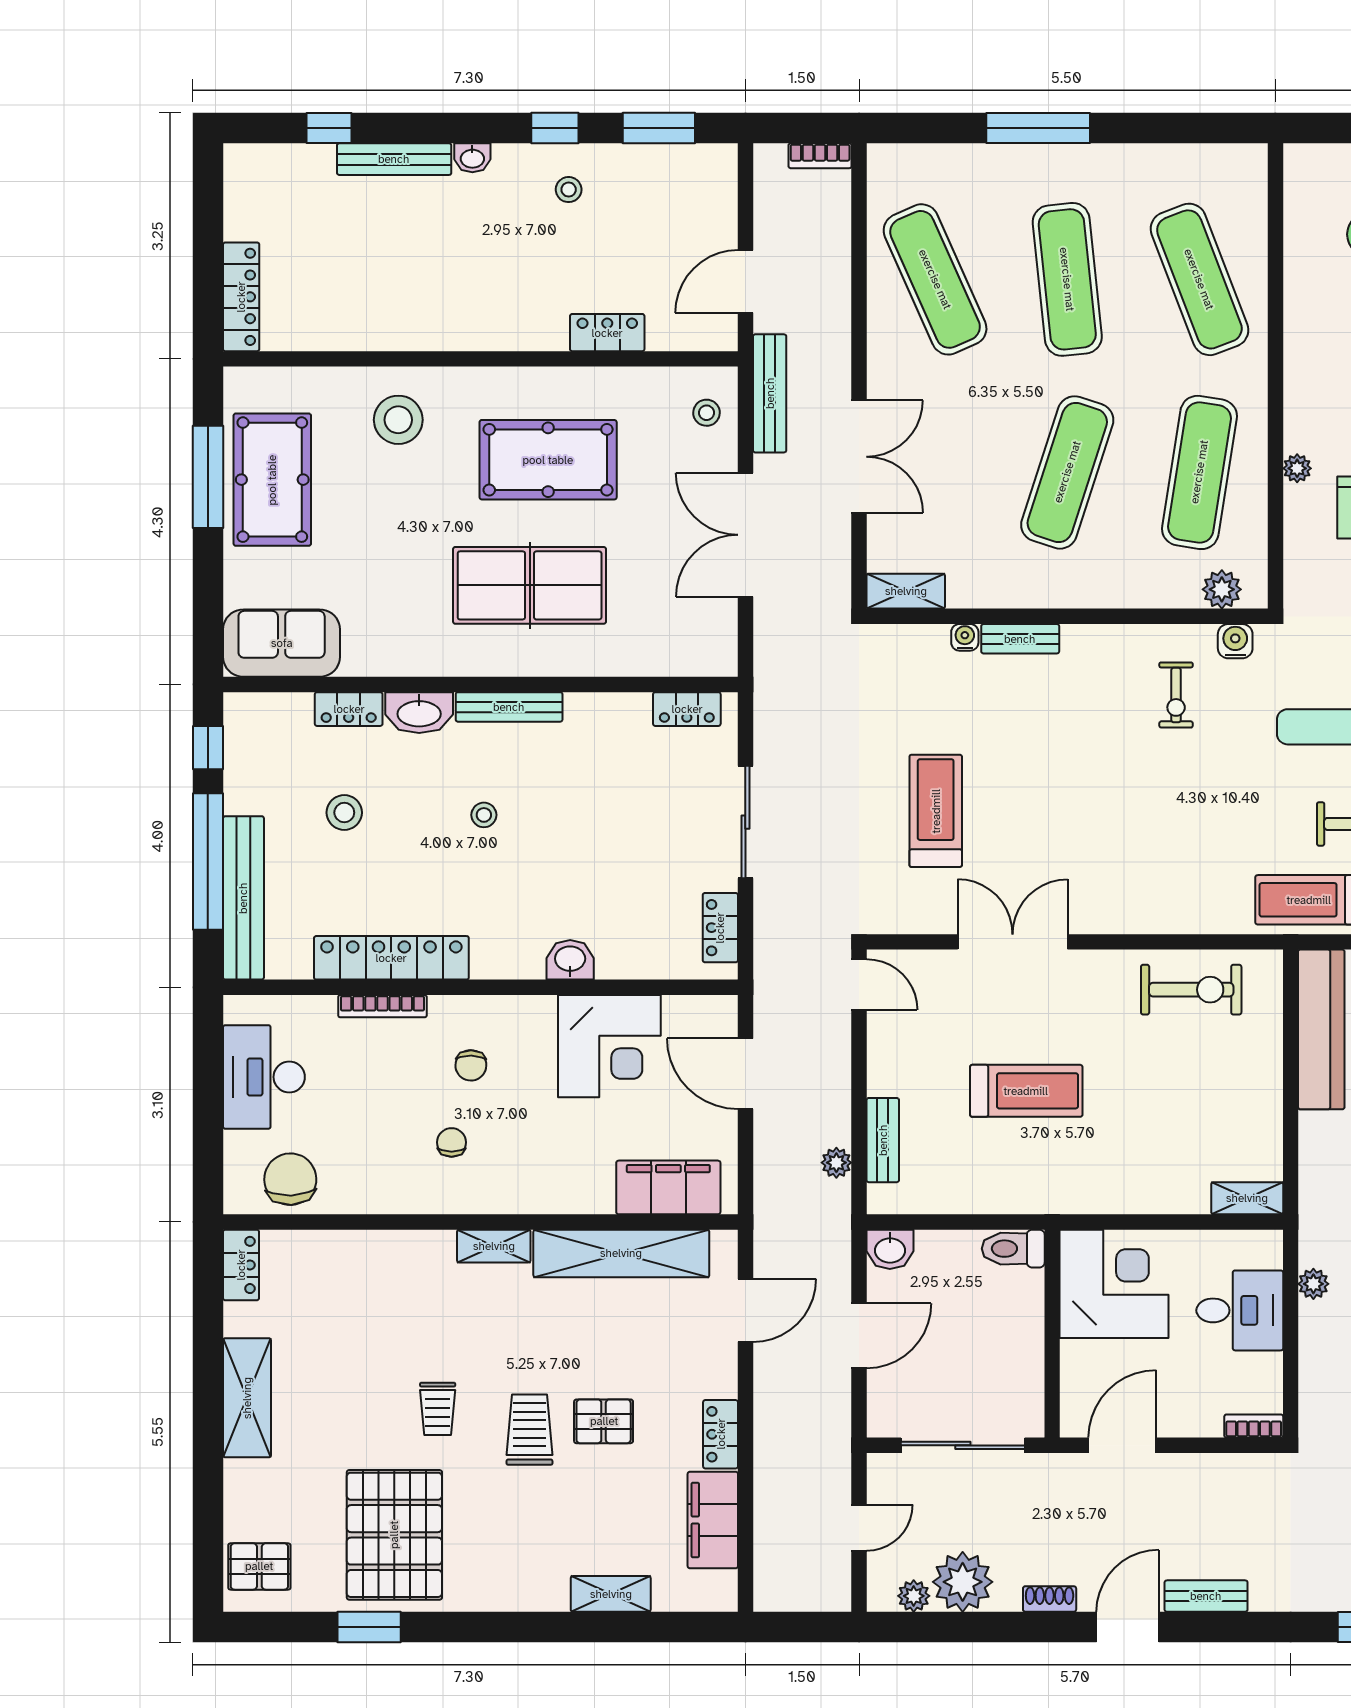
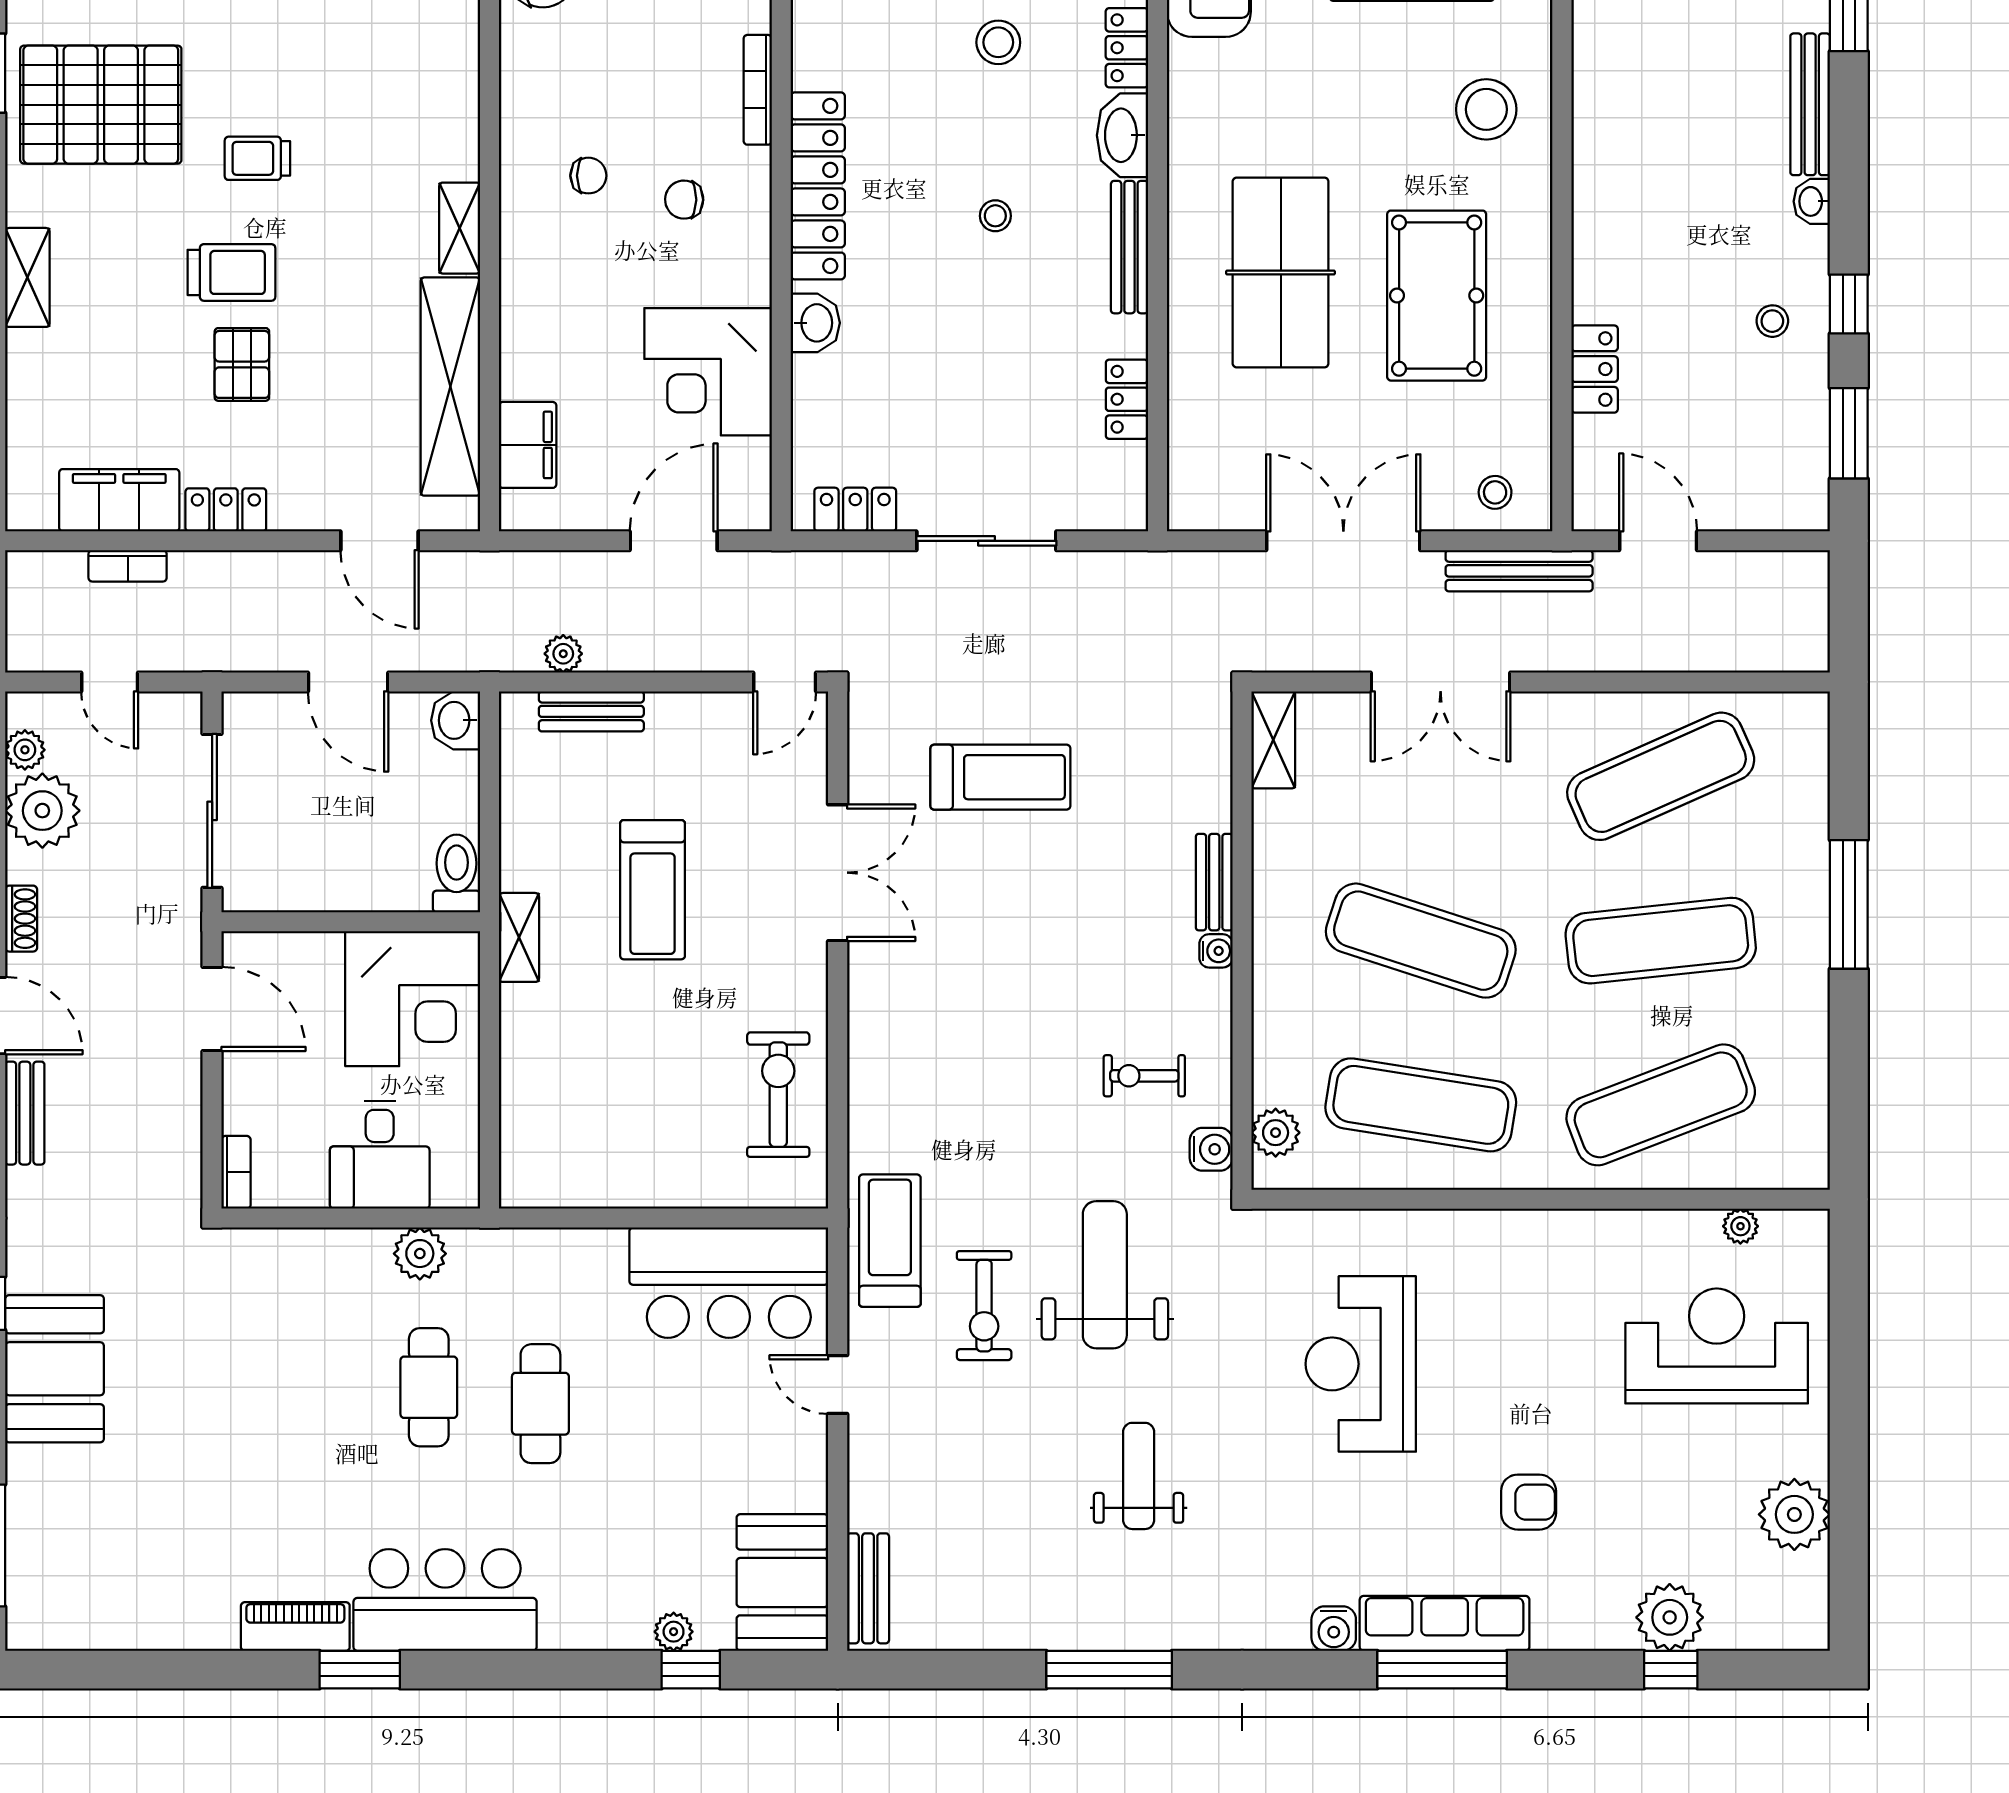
bookcase: (820, 156) -> (128, 566), moved, turned -90
plant: (1297, 468) -> (1740, 1226), moved
water cooler: (965, 637) -> (1216, 951), moved
locker: (687, 709) -> (1127, 399), moved
locker: (391, 958) -> (818, 186), moved
exercise bike: (1191, 990) -> (778, 1095), turned 180
filing cabinet: (668, 1187) -> (528, 445), width x0.67, depth x0.86
shelving: (1247, 1198) -> (519, 937), moved
plant: (1313, 1284) -> (420, 1254), width x1.38, depth x1.38
shelving: (611, 1594) -> (27, 277), moved

